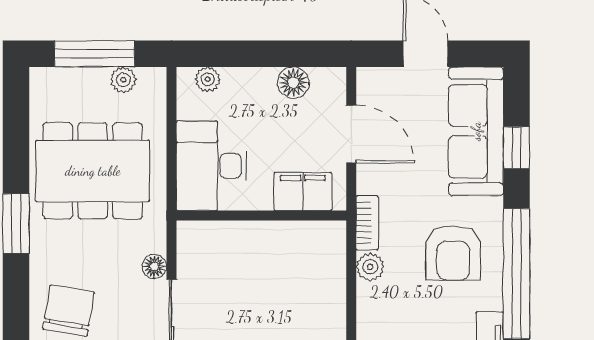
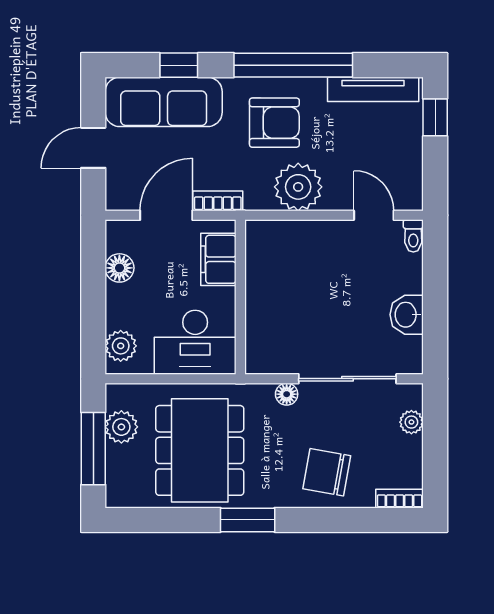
plant: (208, 79) -> (121, 346), width x1.38, depth x1.38
plant: (123, 80) -> (121, 427), width x1.38, depth x1.38
bookcase: (367, 223) -> (218, 201), moved
plant: (370, 267) -> (298, 187), width x1.88, depth x1.88

